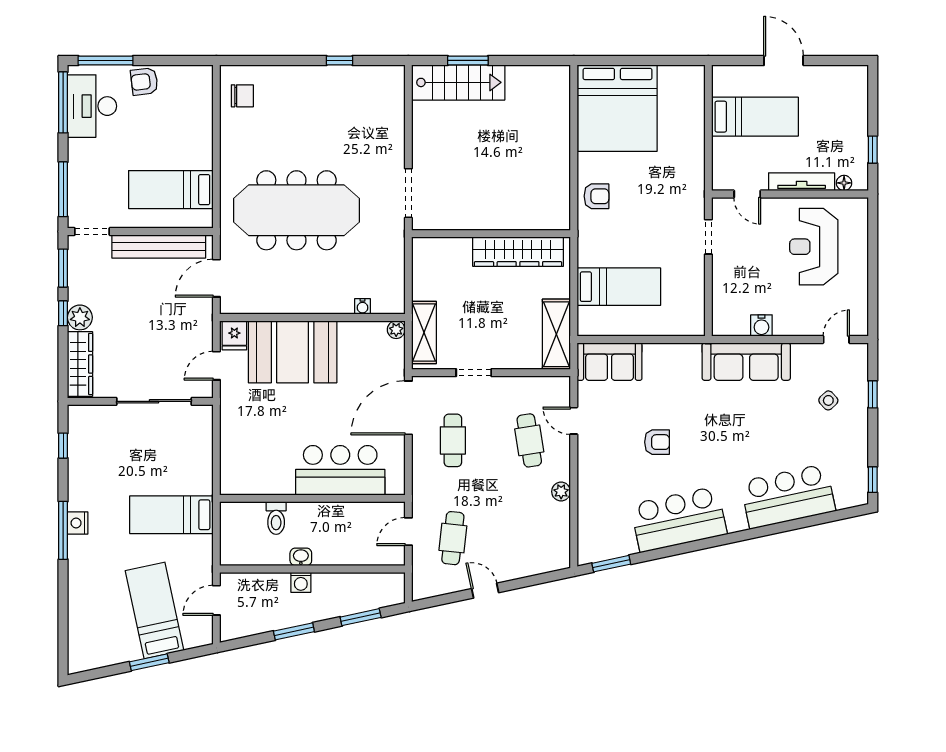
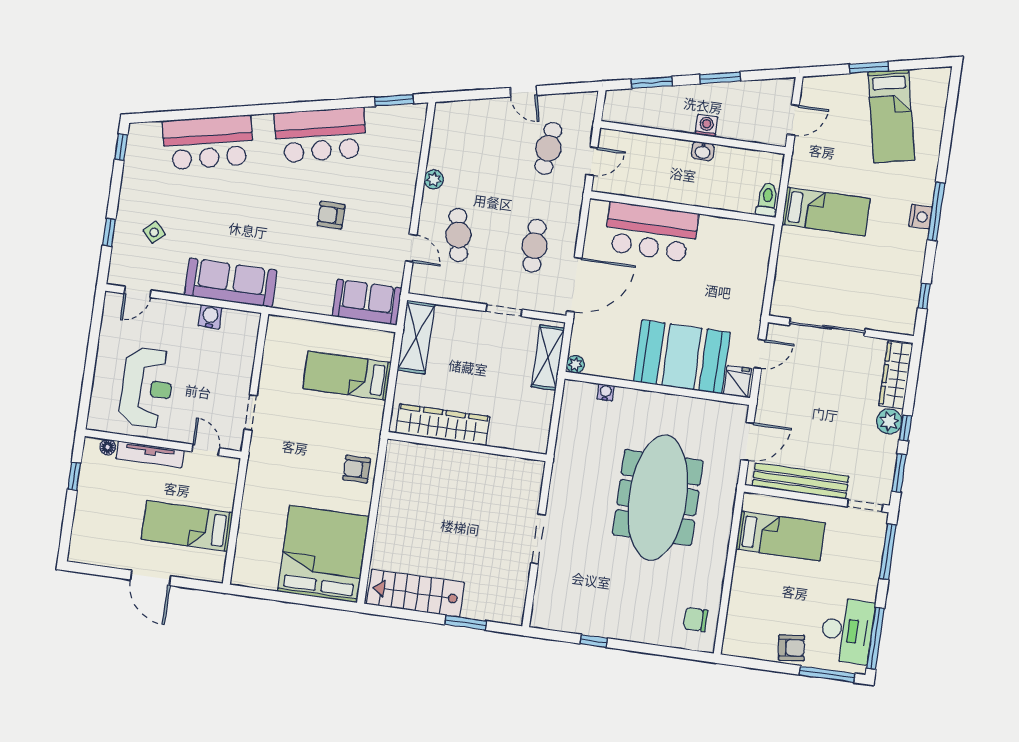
stairs: (458, 82) -> (416, 593), moved
doorway: (408, 193) -> (538, 539), moved
meeting table: (296, 210) -> (658, 498), turned 90
toilet: (276, 518) -> (767, 200), moved
bed: (154, 610) -> (891, 116), moved

